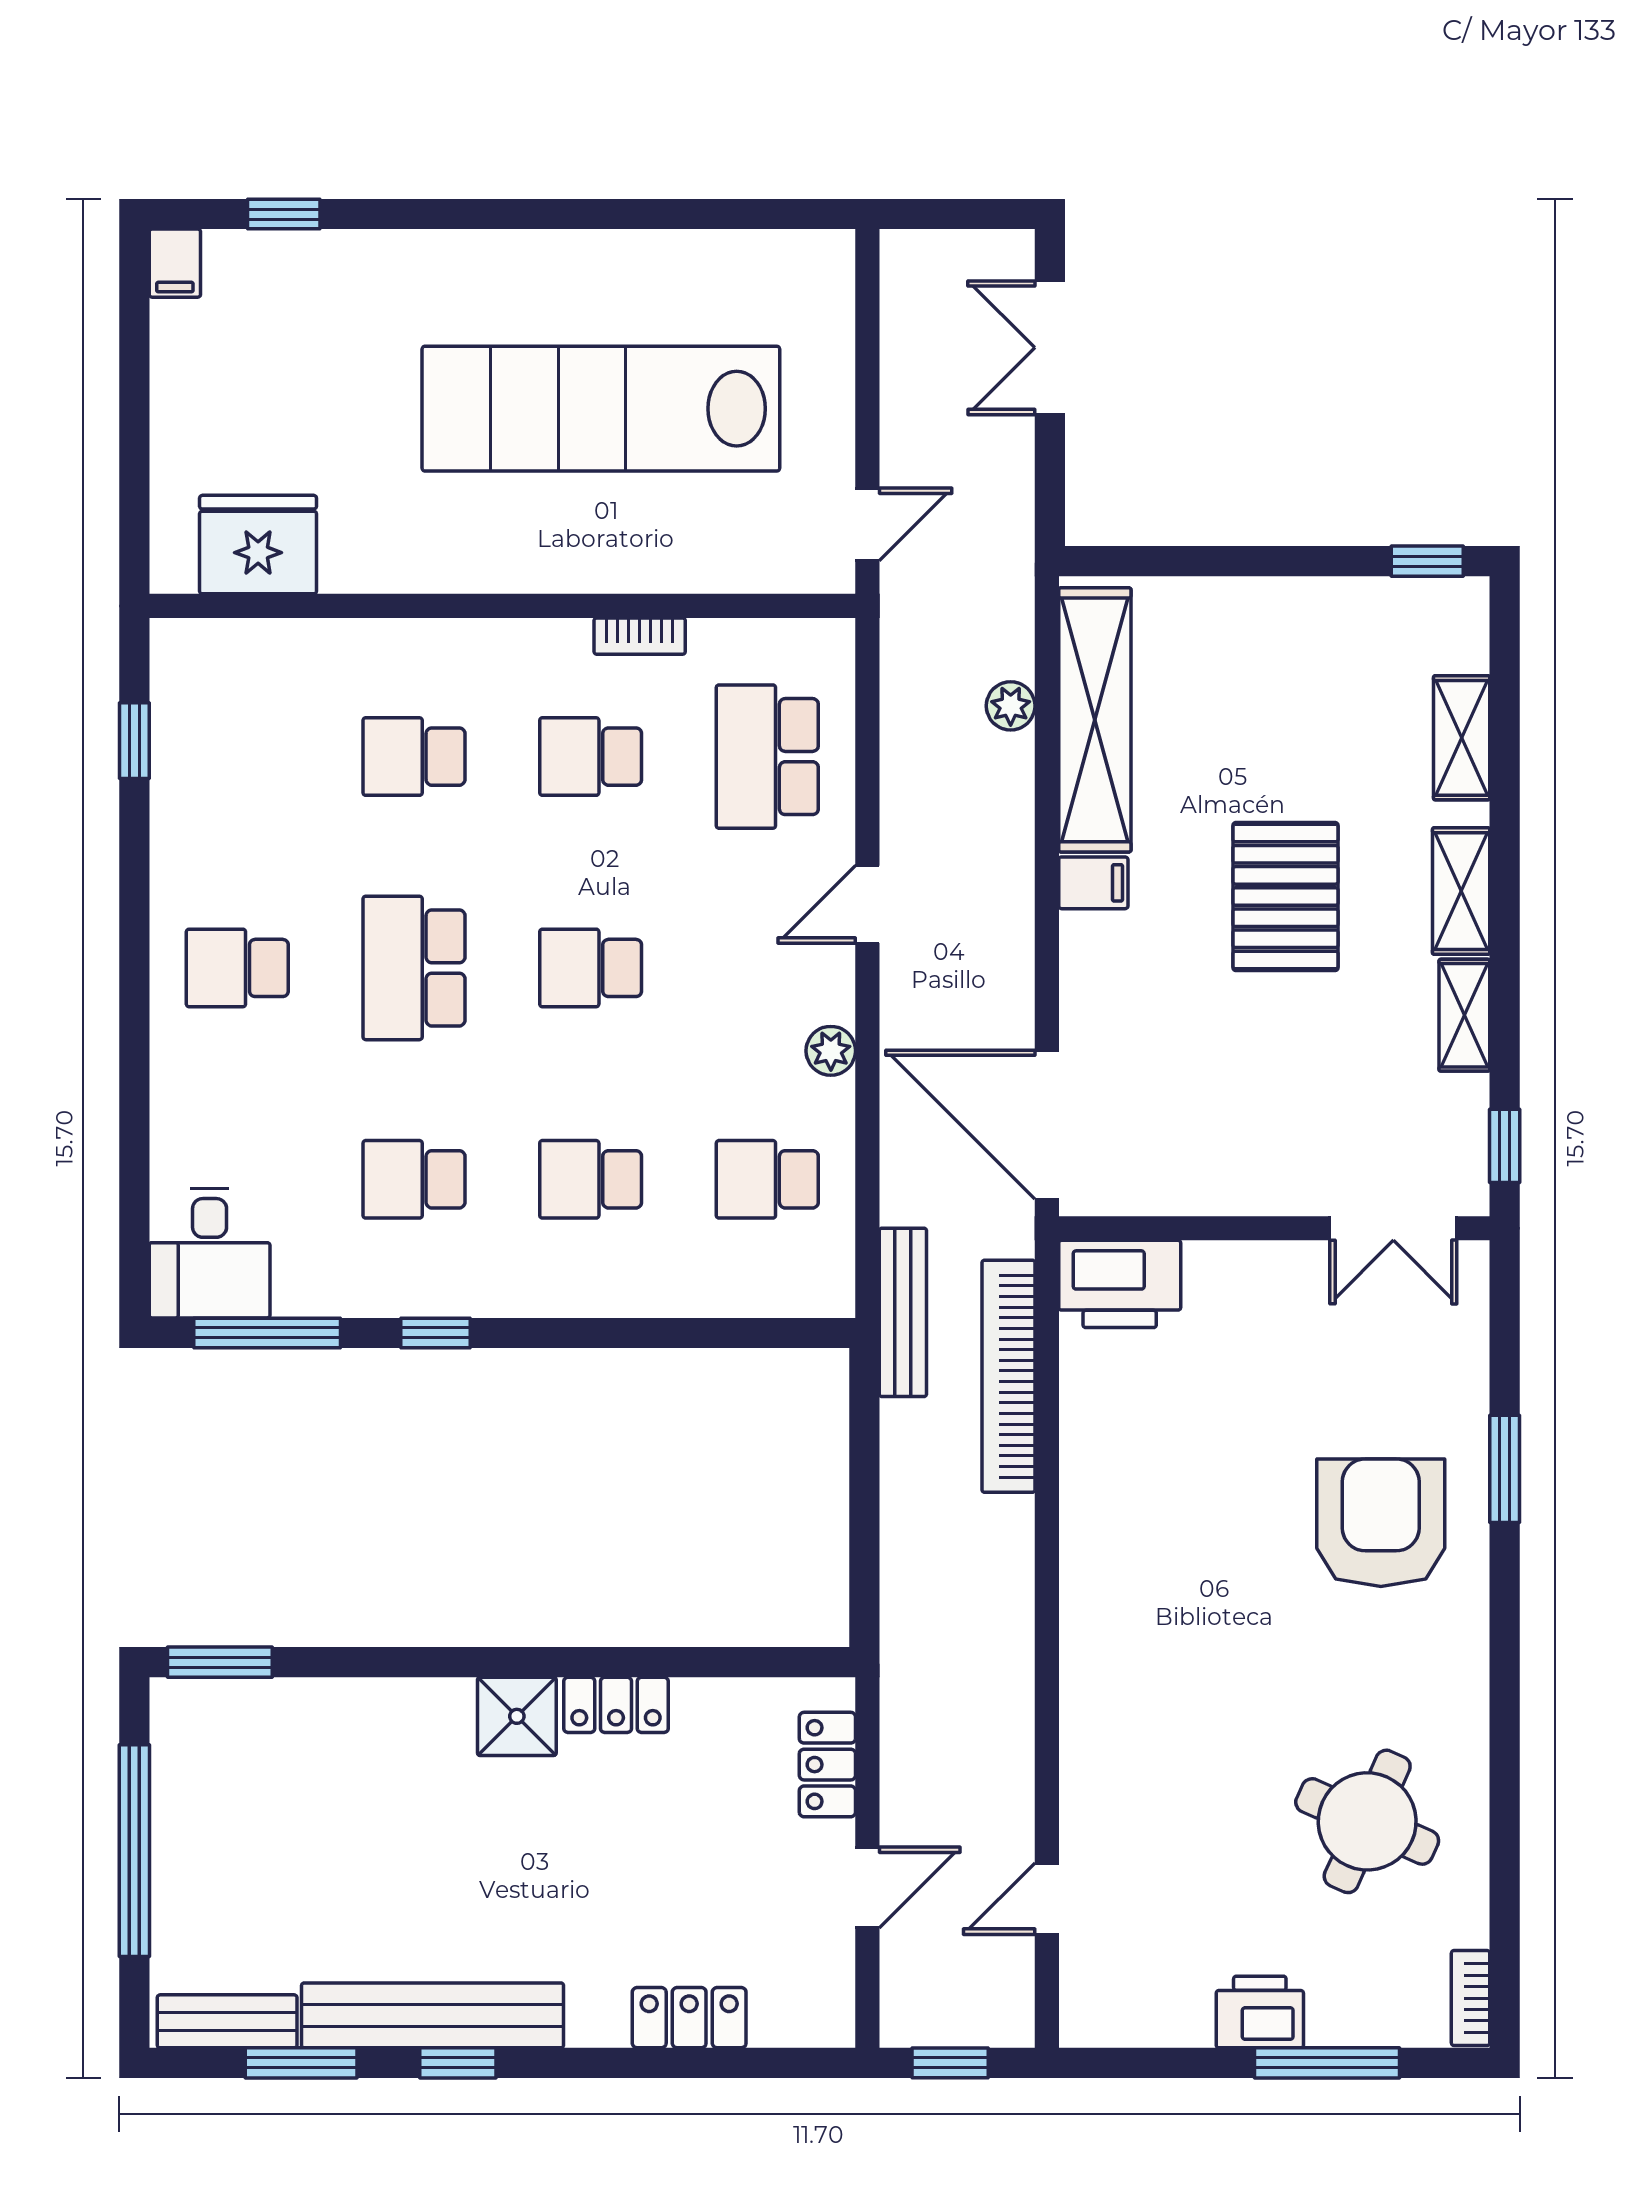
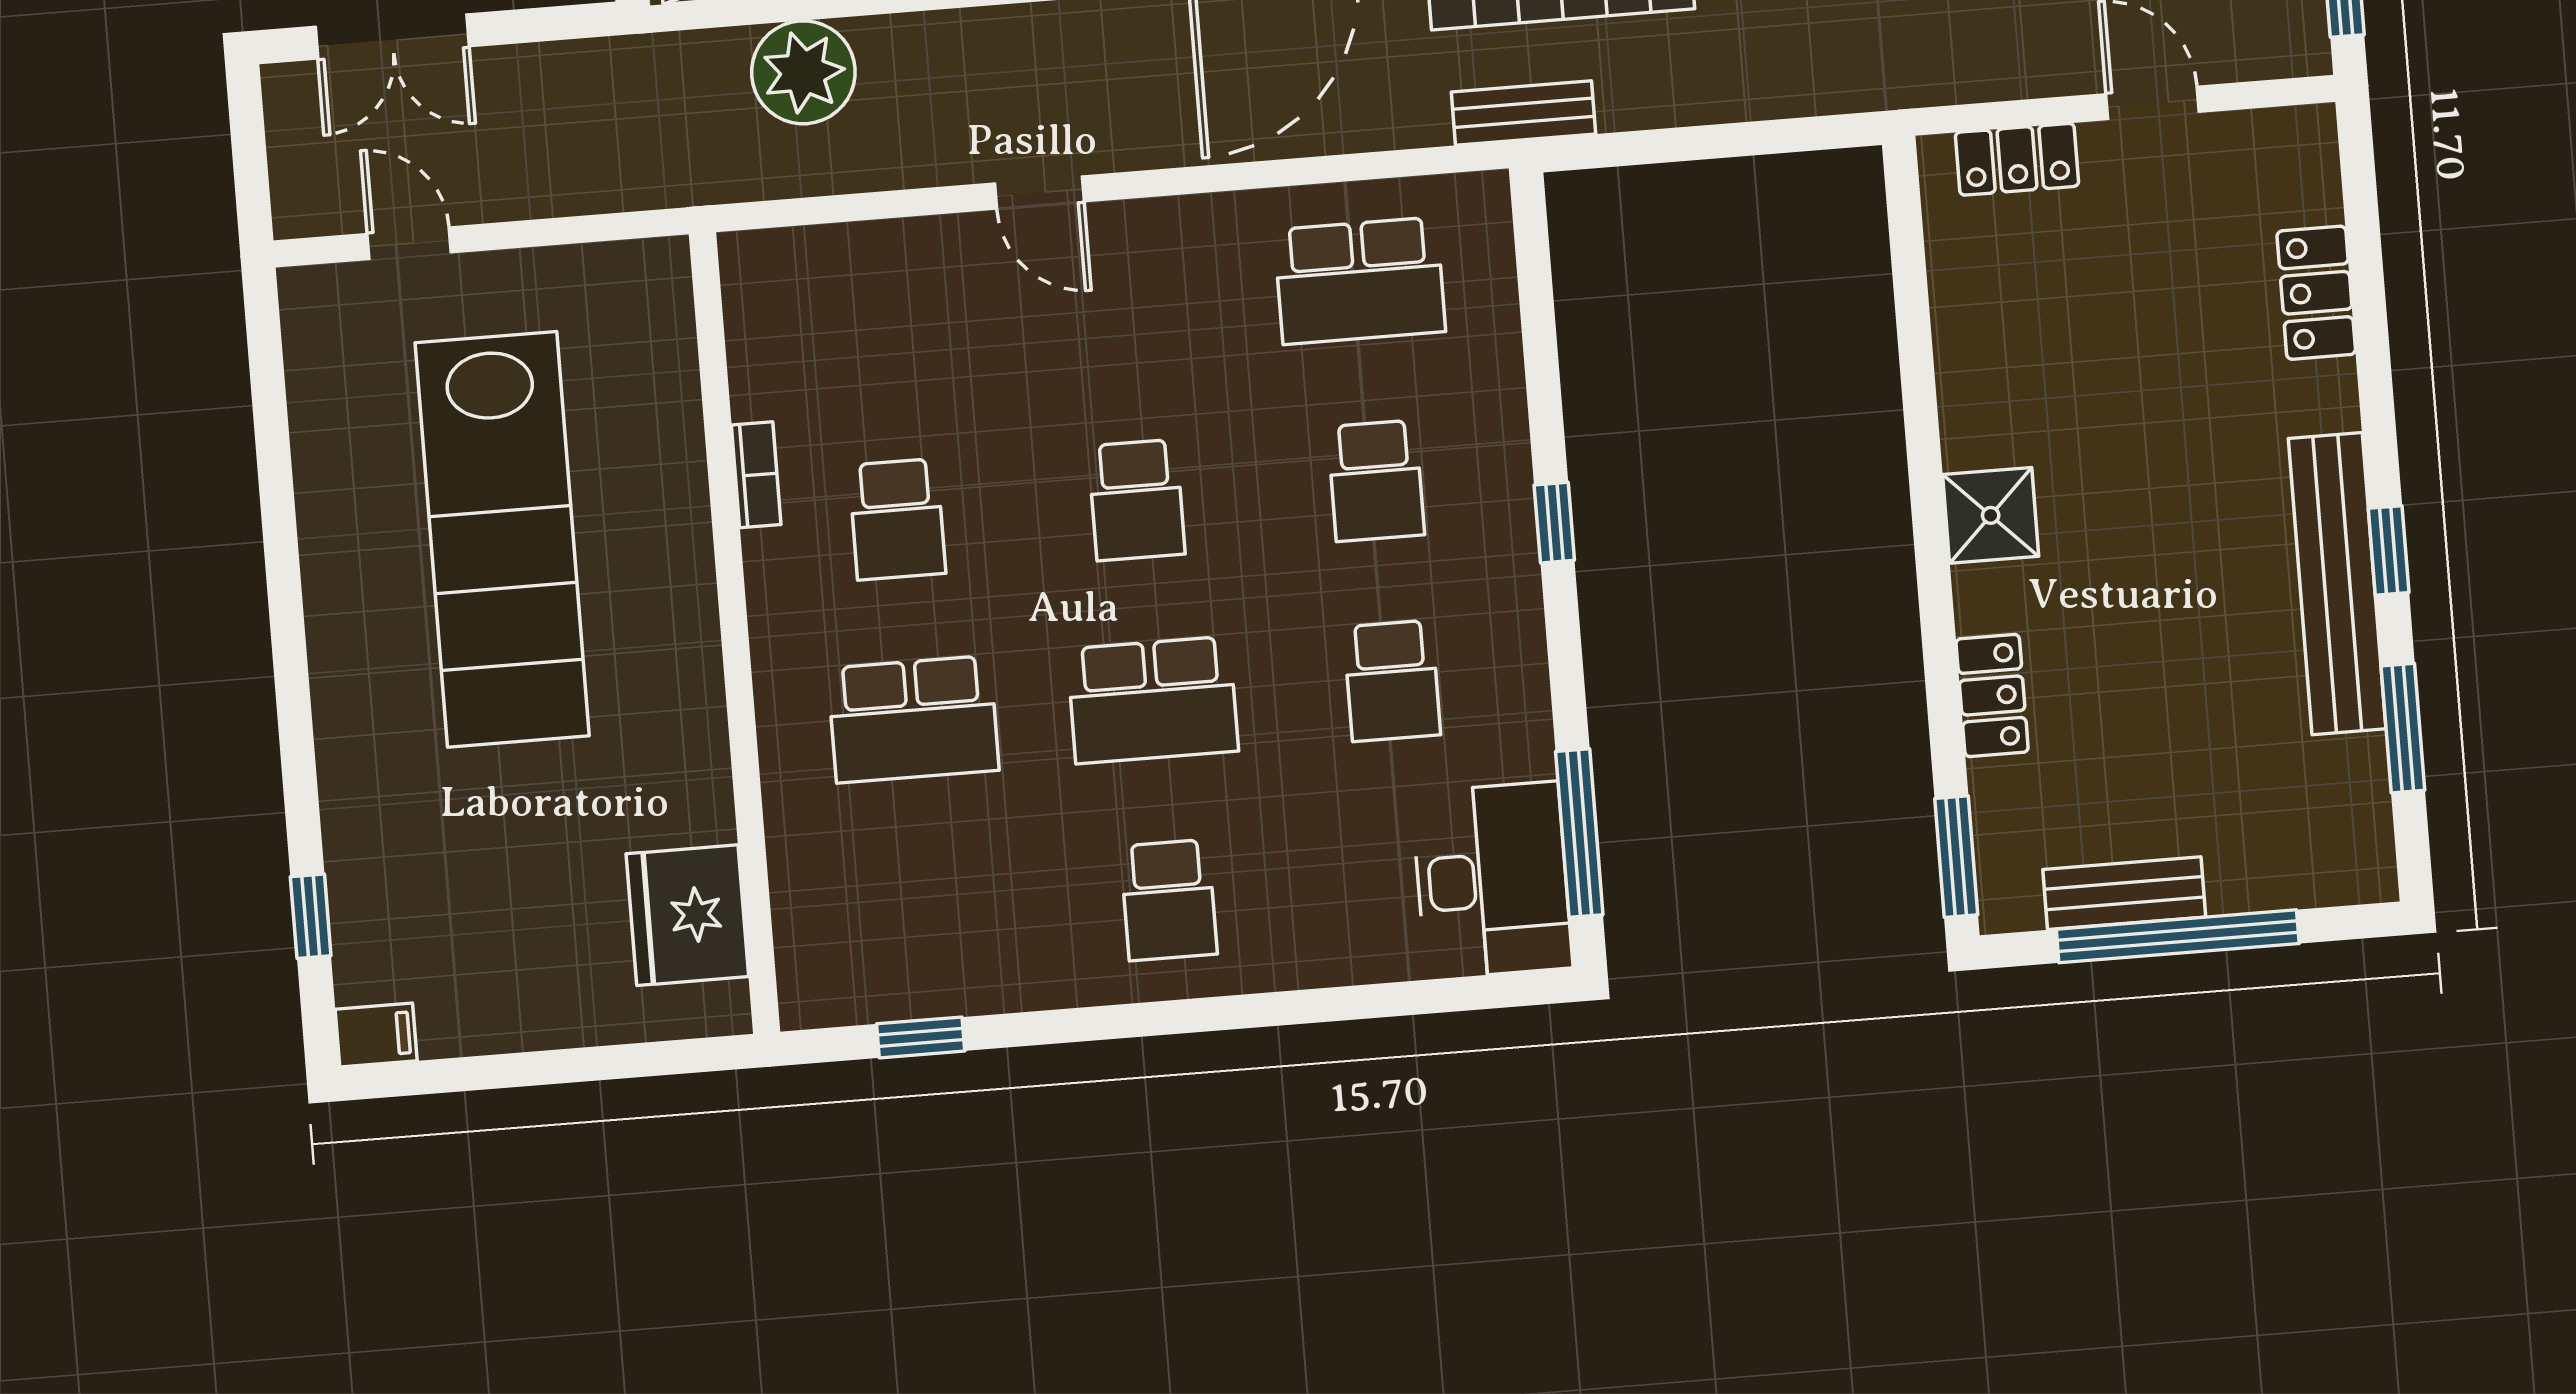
door: (867, 524) -> (409, 243), moved
plant: (1011, 706) -> (803, 72), width x1.88, depth x1.88
school desk: (414, 757) -> (913, 719), width x1.85
school desk: (767, 757) -> (881, 319), removed
plant: (831, 1051) -> (1208, 220), removed
school desk: (767, 1179) -> (1360, 281), width x1.85
desk: (210, 1253) -> (1492, 880), width x1.37
bench: (903, 1312) -> (1524, 113), width x0.73
window: (435, 1333) -> (1554, 523), moved
locker: (616, 1705) -> (1992, 695), moved
bench: (227, 2021) -> (2124, 893), moved, turned 90

